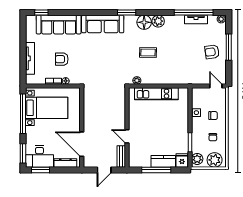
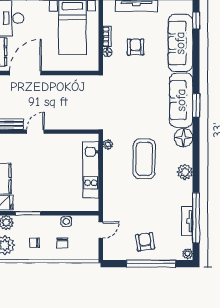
window: (127, 12) -> (196, 105), moved
floor lamp: (144, 22) -> (183, 138), moved
window: (229, 47) -> (151, 264), width x1.46
coffee table: (148, 52) -> (144, 159), width x1.86, depth x1.72
door: (216, 86) -> (101, 230), moved

